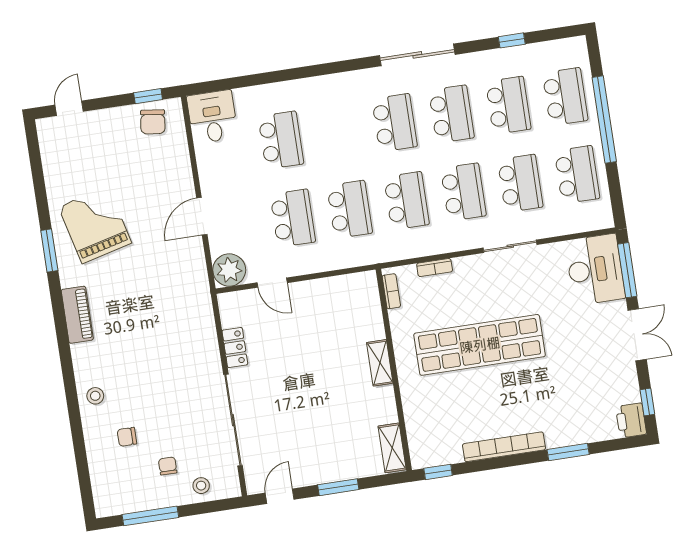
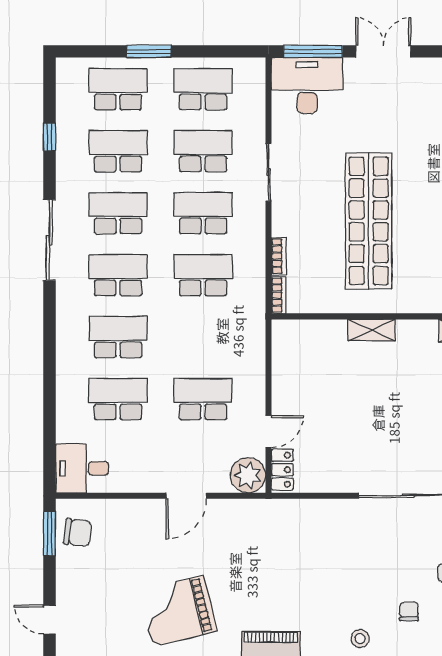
window: (148, 96) -> (50, 533), width x1.50
window: (604, 120) -> (149, 51), width x0.47
school desk: (350, 209) -> (118, 337), moved
door: (202, 216) -> (186, 496), hinge flipped
bookcase: (391, 291) -> (279, 295), moved, turned 90
locker: (235, 347) -> (282, 470), moved, turned 90
chair: (127, 437) -> (409, 612), turned 180

